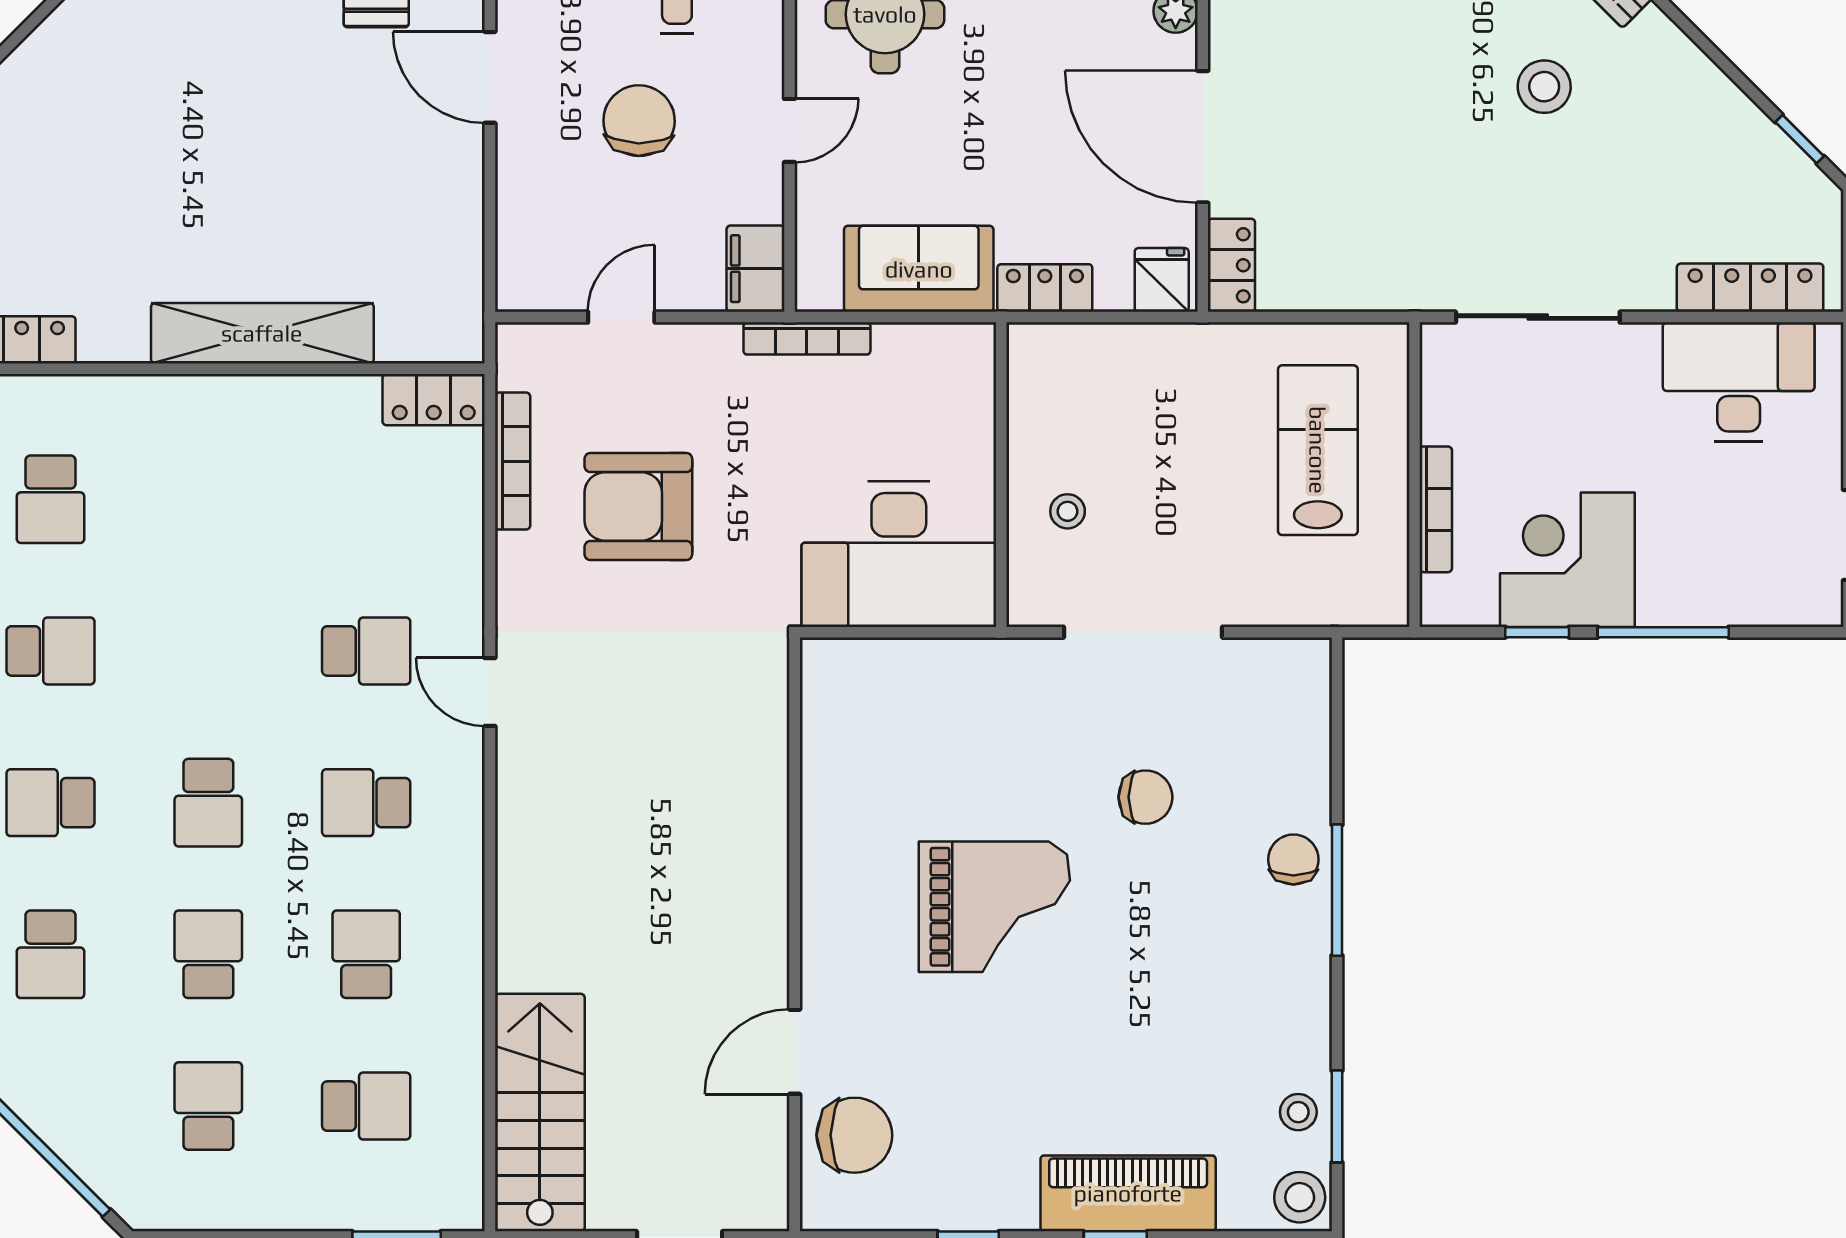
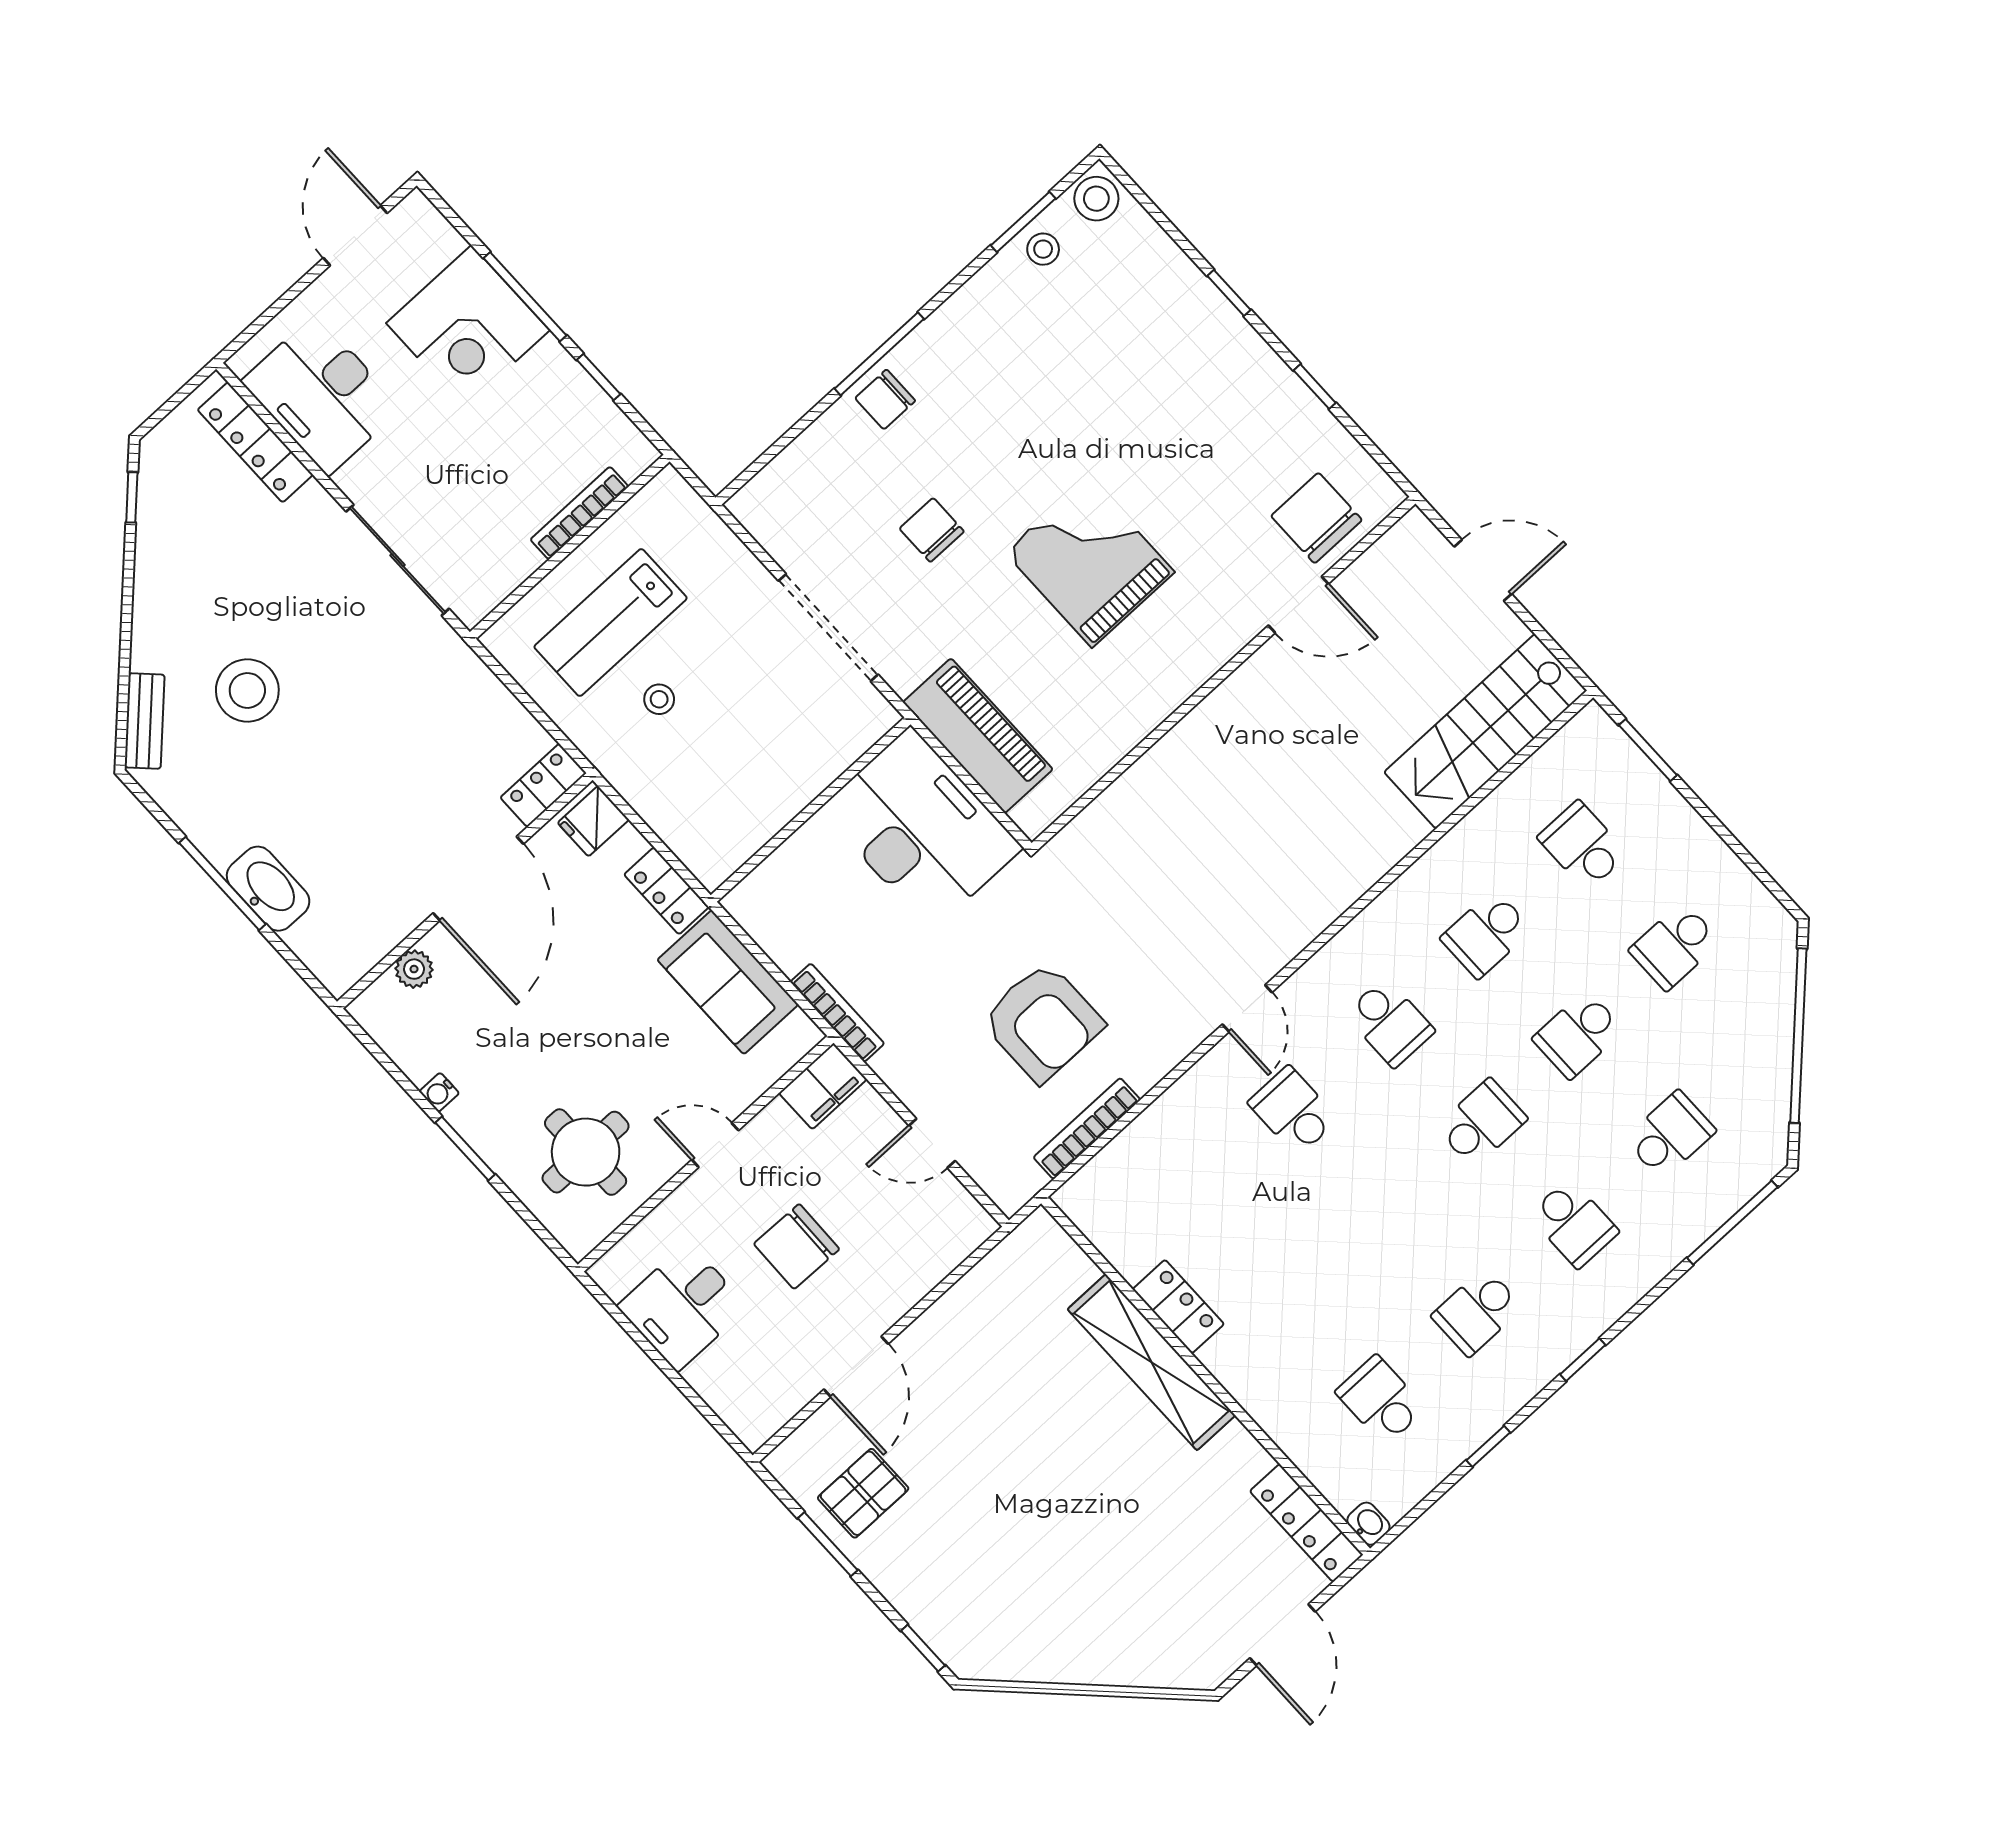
stool: (1544, 87) -> (247, 690), width x1.38, depth x1.38
locker: (434, 400) -> (1178, 1307), moved
school desk: (51, 499) -> (1381, 1400), turned -90
stool: (1068, 511) -> (659, 699), moved
corner desk: (1567, 560) -> (468, 327), moved
school desk: (51, 651) -> (1477, 1312), turned -90
piano: (1128, 1193) -> (978, 736), moved, turned 180

